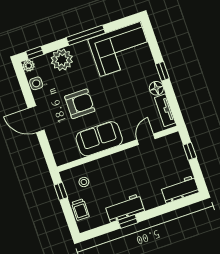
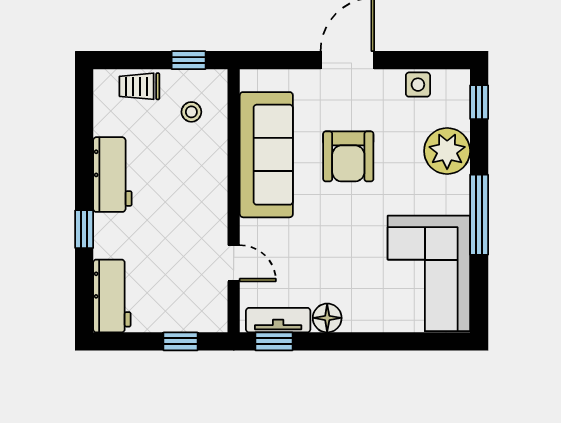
plant: (29, 66) -> (458, 81), removed
window: (162, 71) -> (274, 341), moved
sofa: (99, 139) -> (266, 155), width x1.36
window: (128, 221) -> (84, 229), moved

